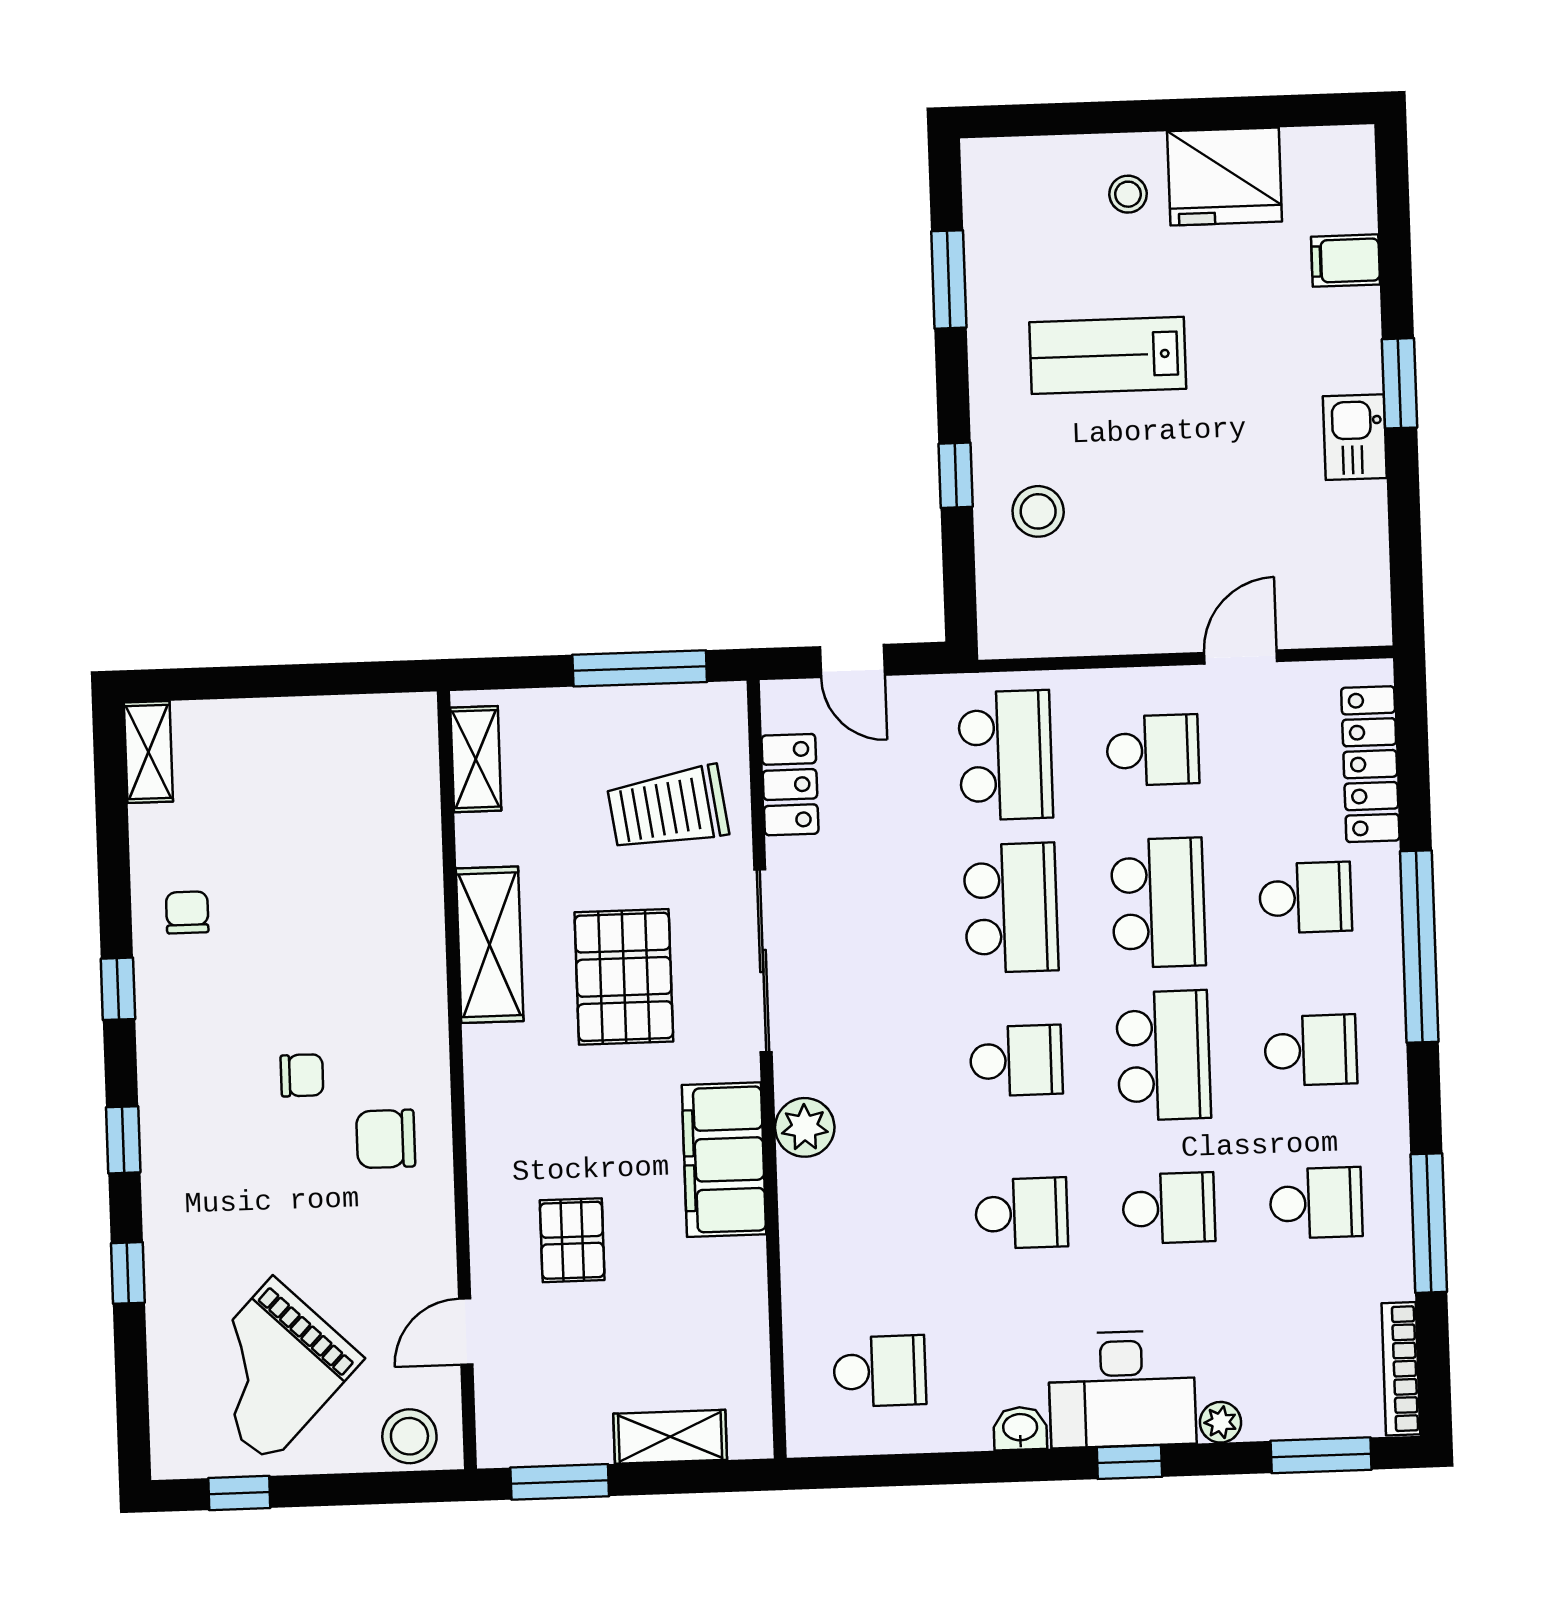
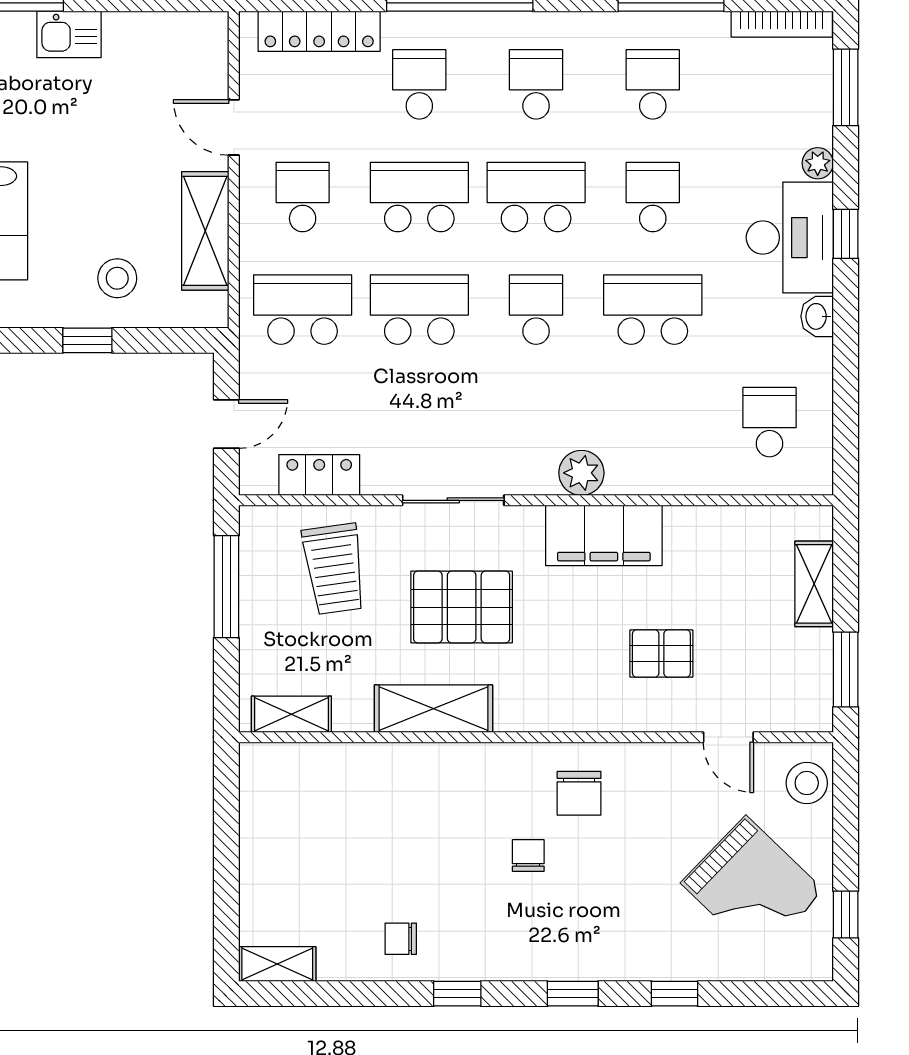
shelving: (1104, 624) -> (205, 231), added
sliding door: (763, 961) -> (453, 500), width x0.73
school desk: (1022, 1213) -> (653, 310), width x1.85

